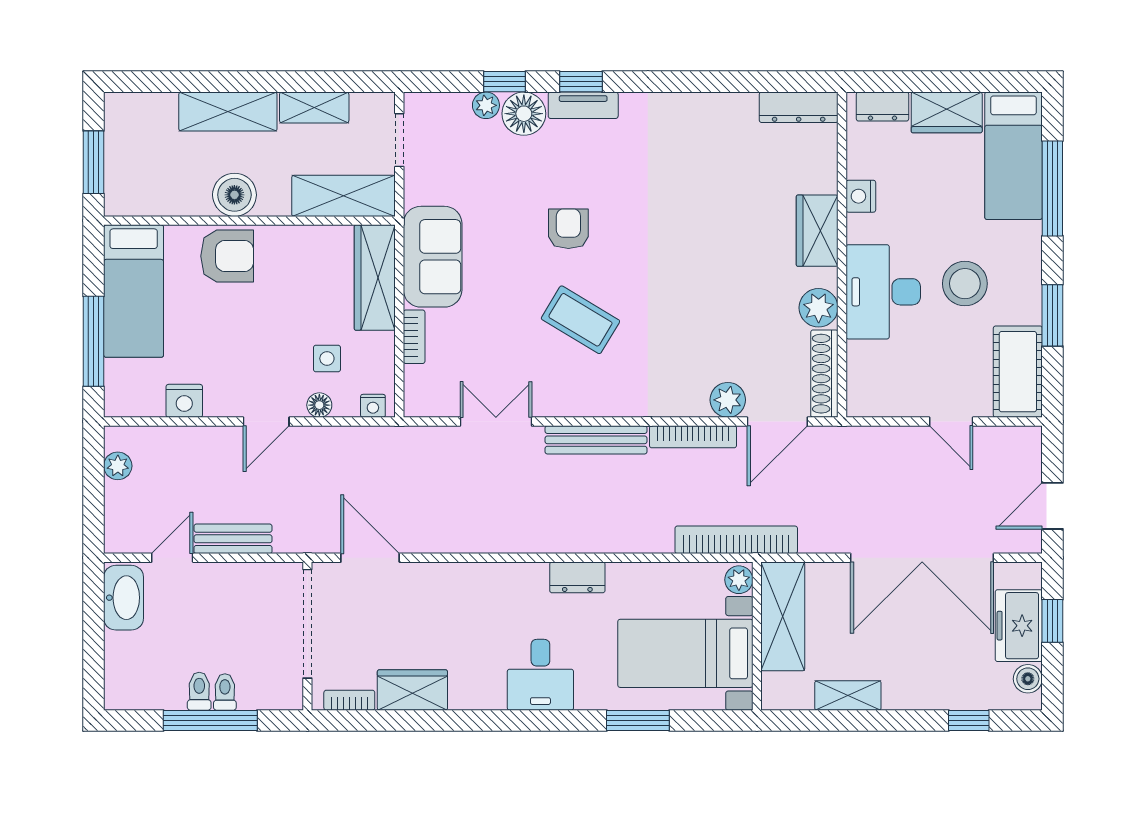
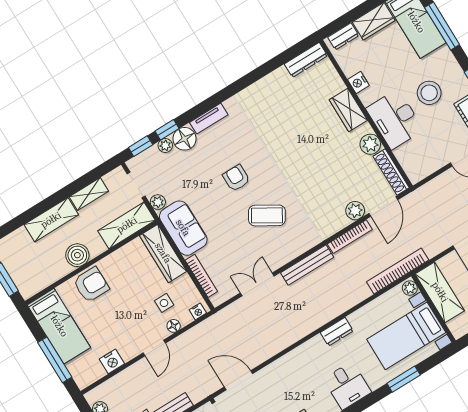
window: (581, 82) -> (141, 146), moved
plant: (418, 189) -> (158, 202), added
bookcase: (414, 337) -> (201, 276), width x1.56

